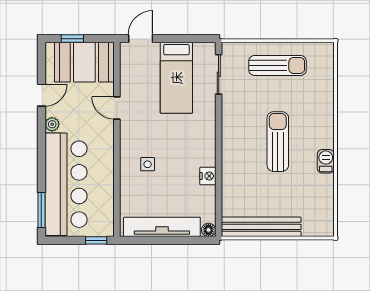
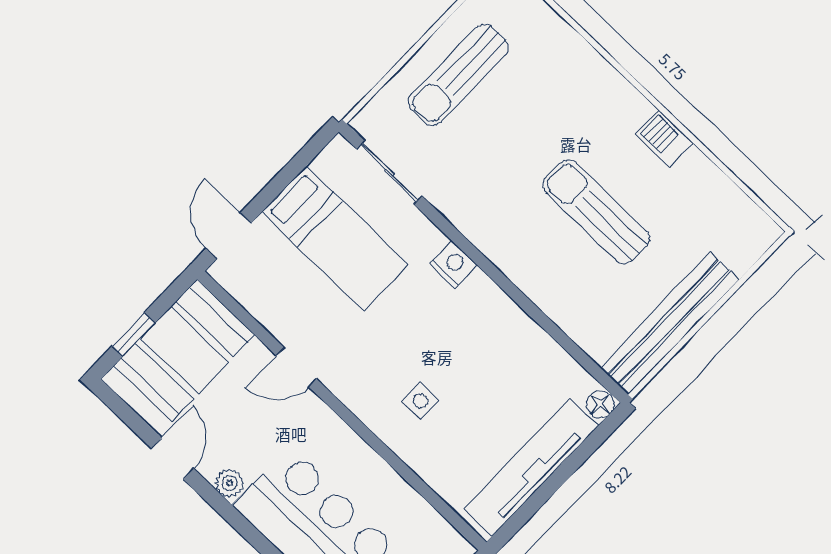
sun lounger: (277, 65) -> (458, 75), turned 180
sun lounger: (278, 142) -> (596, 212), moved
nightstand: (208, 176) -> (453, 264), moved

